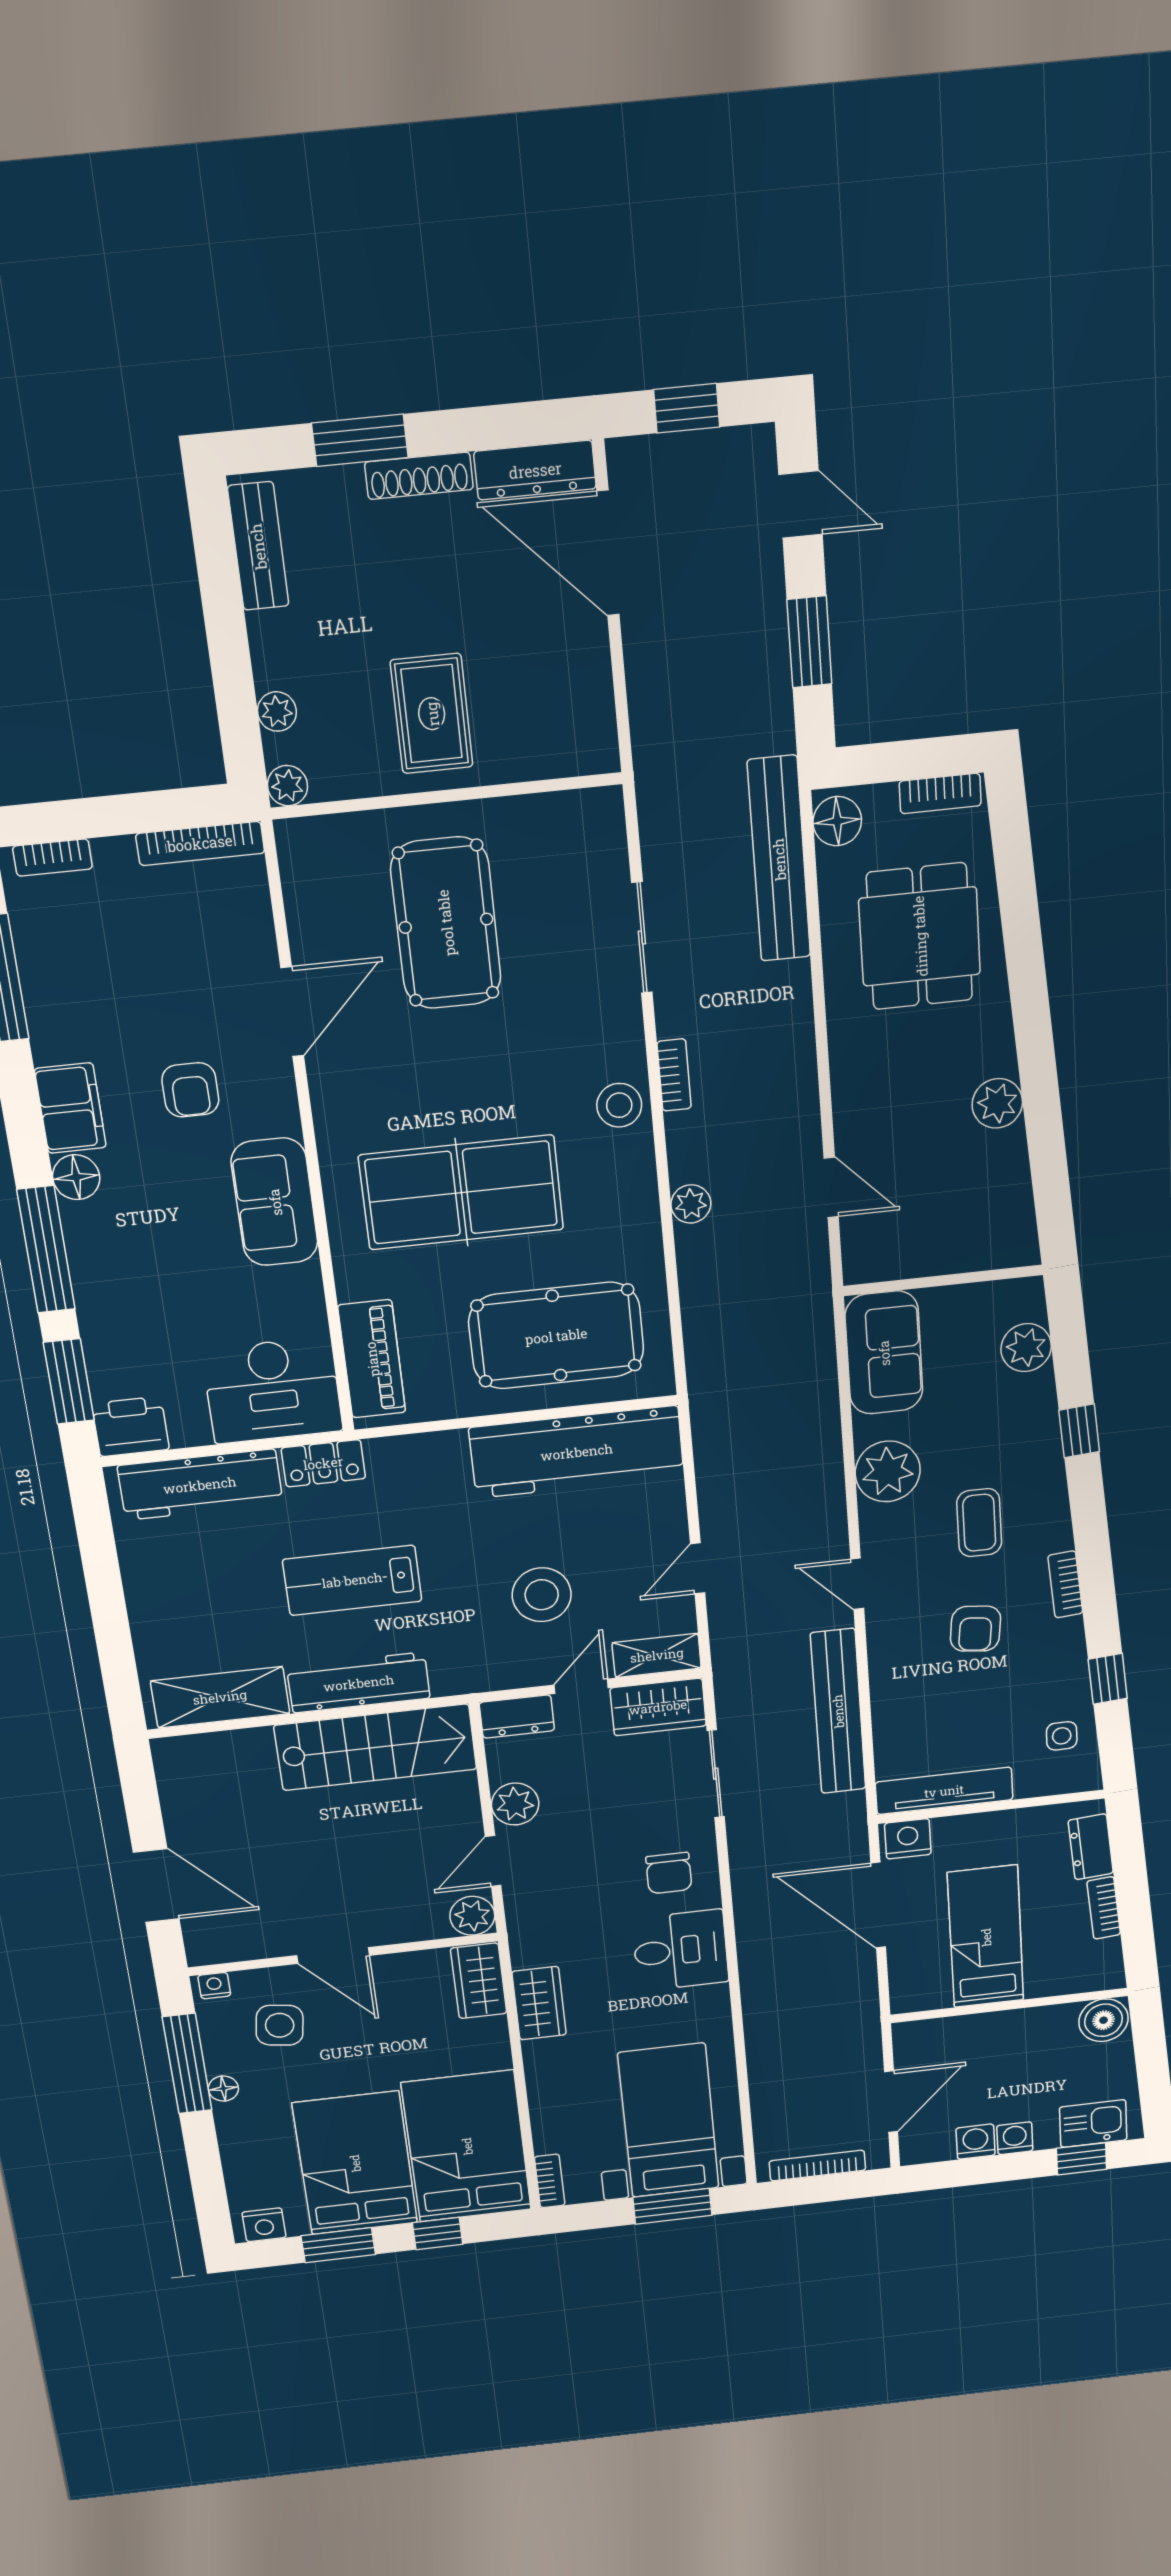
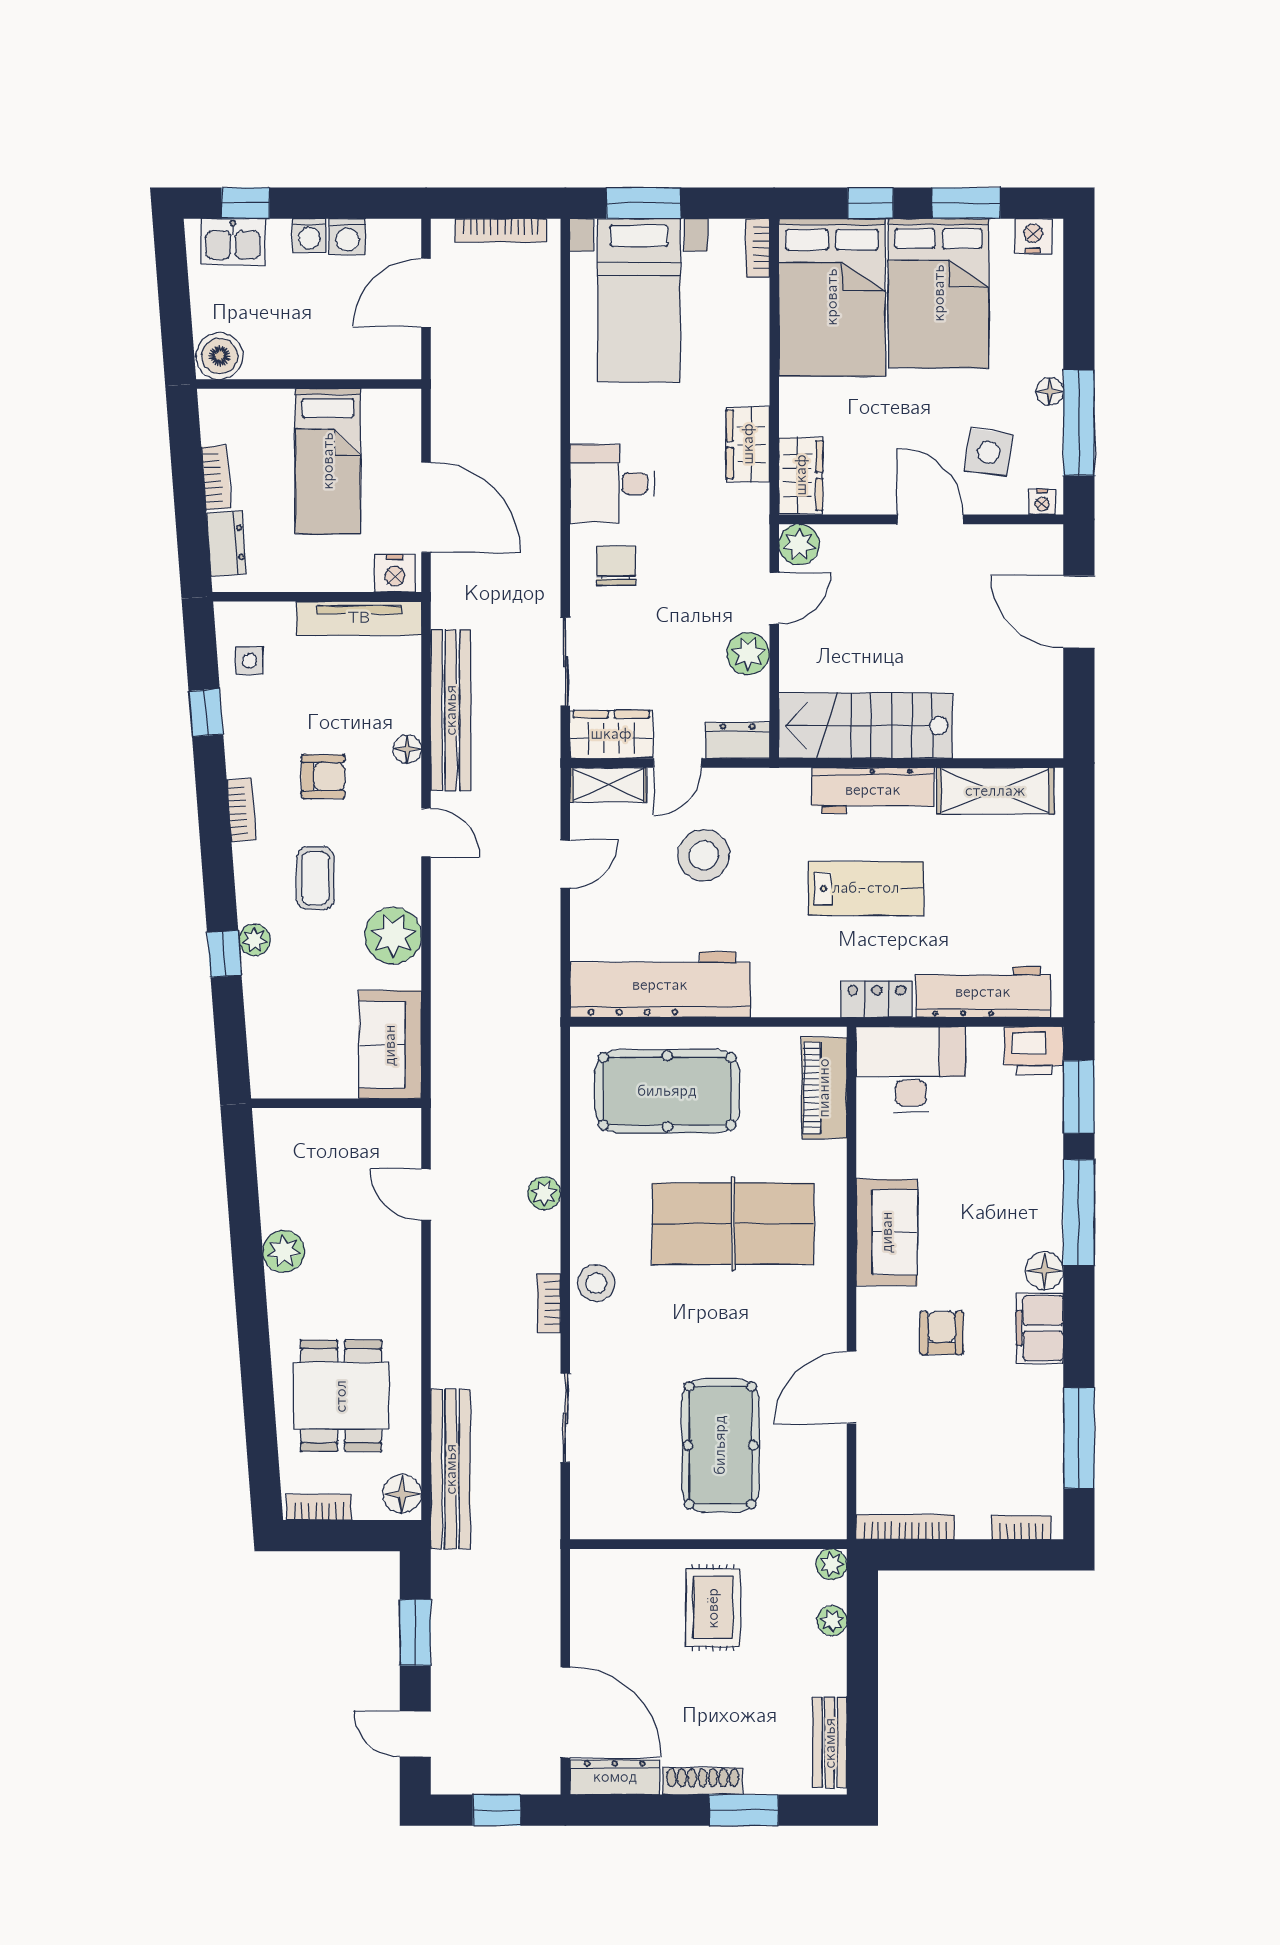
plant: (1026, 1348) -> (255, 940), moved, width x0.73, depth x0.73
armchair: (976, 1629) -> (323, 777), turned 84
floor lamp: (884, 1667) -> (407, 749), added

